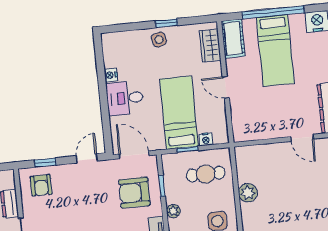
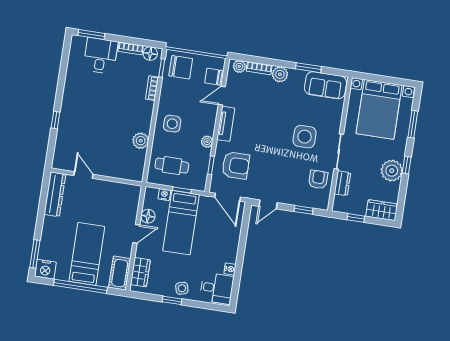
door: (226, 87) -> (136, 234), hinge flipped
desk: (125, 98) -> (217, 288), moved
floor lamp: (218, 110) -> (148, 216), added
armchair: (41, 185) -> (318, 180), moved

